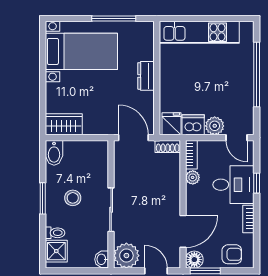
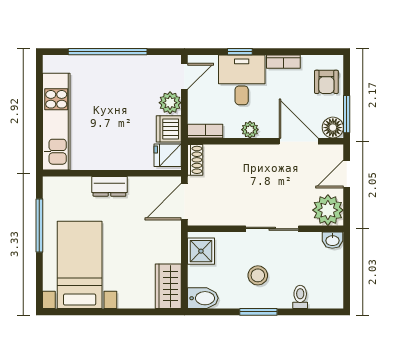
plant: (193, 177) -> (250, 130), moved
shower: (56, 251) -> (201, 251), moved
armchair: (232, 254) -> (326, 82), turned 180

